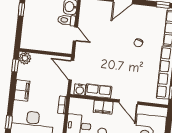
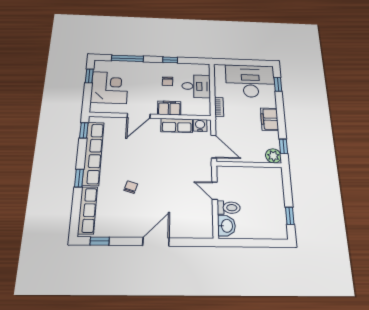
door: (128, 102) -> (139, 116), swing flipped

